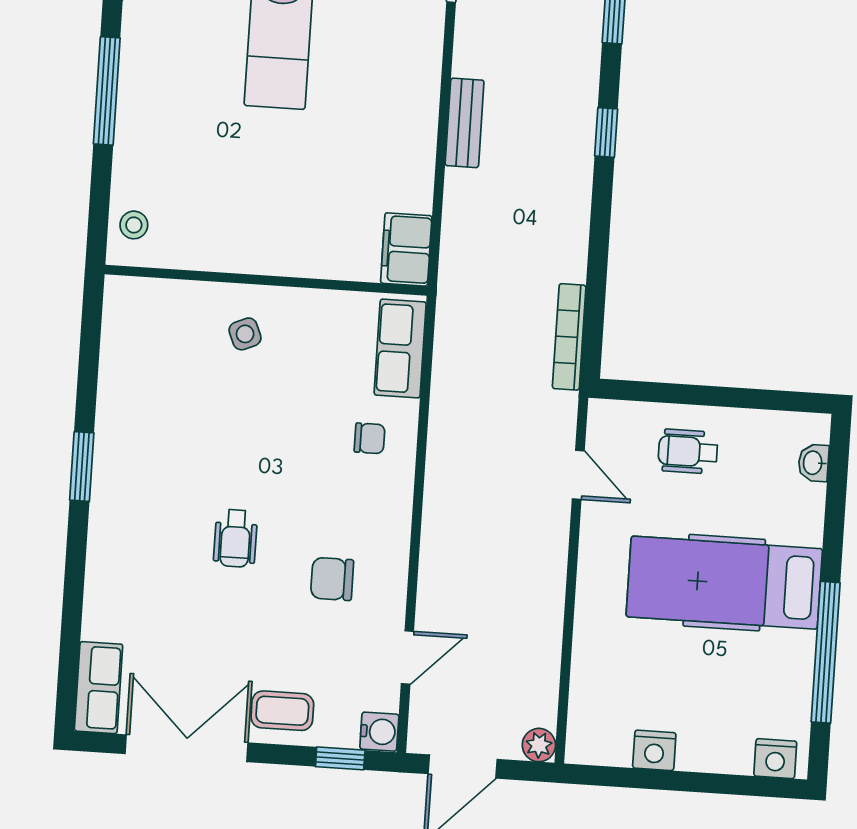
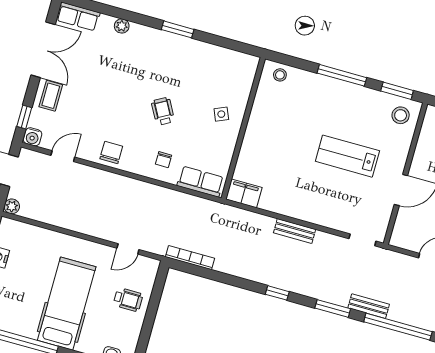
wheelchair: (688, 452) -> (128, 300), turned 90
wheelchair: (235, 538) -> (163, 111), moved, turned 61
chair: (332, 579) -> (111, 152), moved
plant: (100, 589) -> (122, 26), added
door: (407, 658) -> (63, 156), swing flipped

